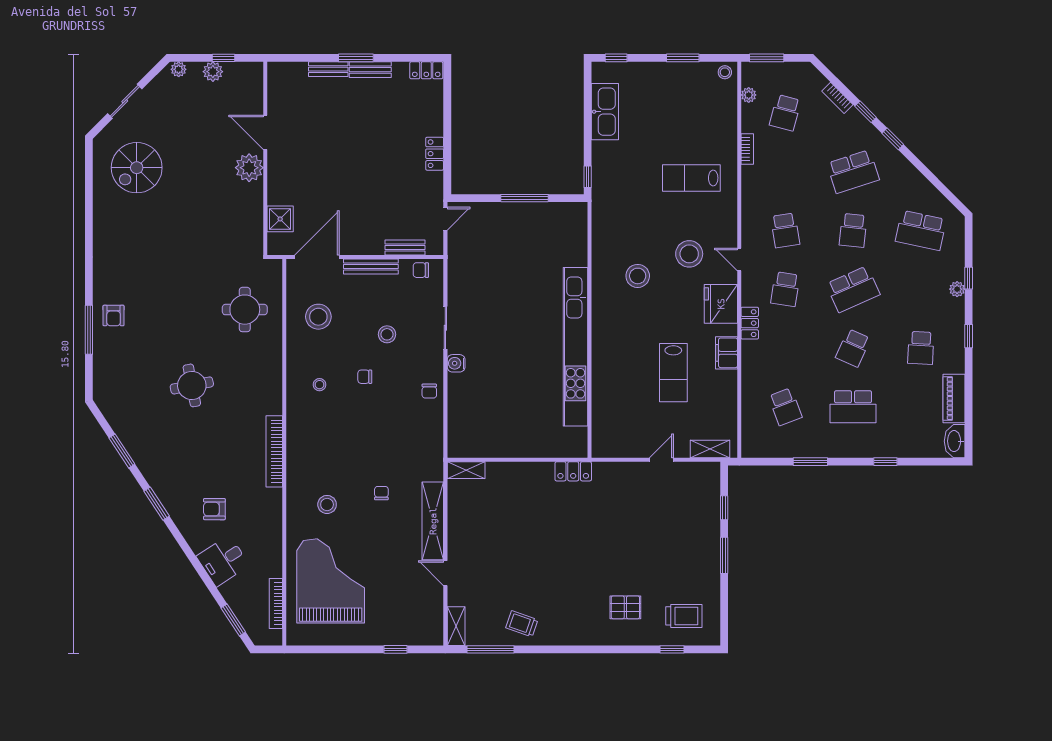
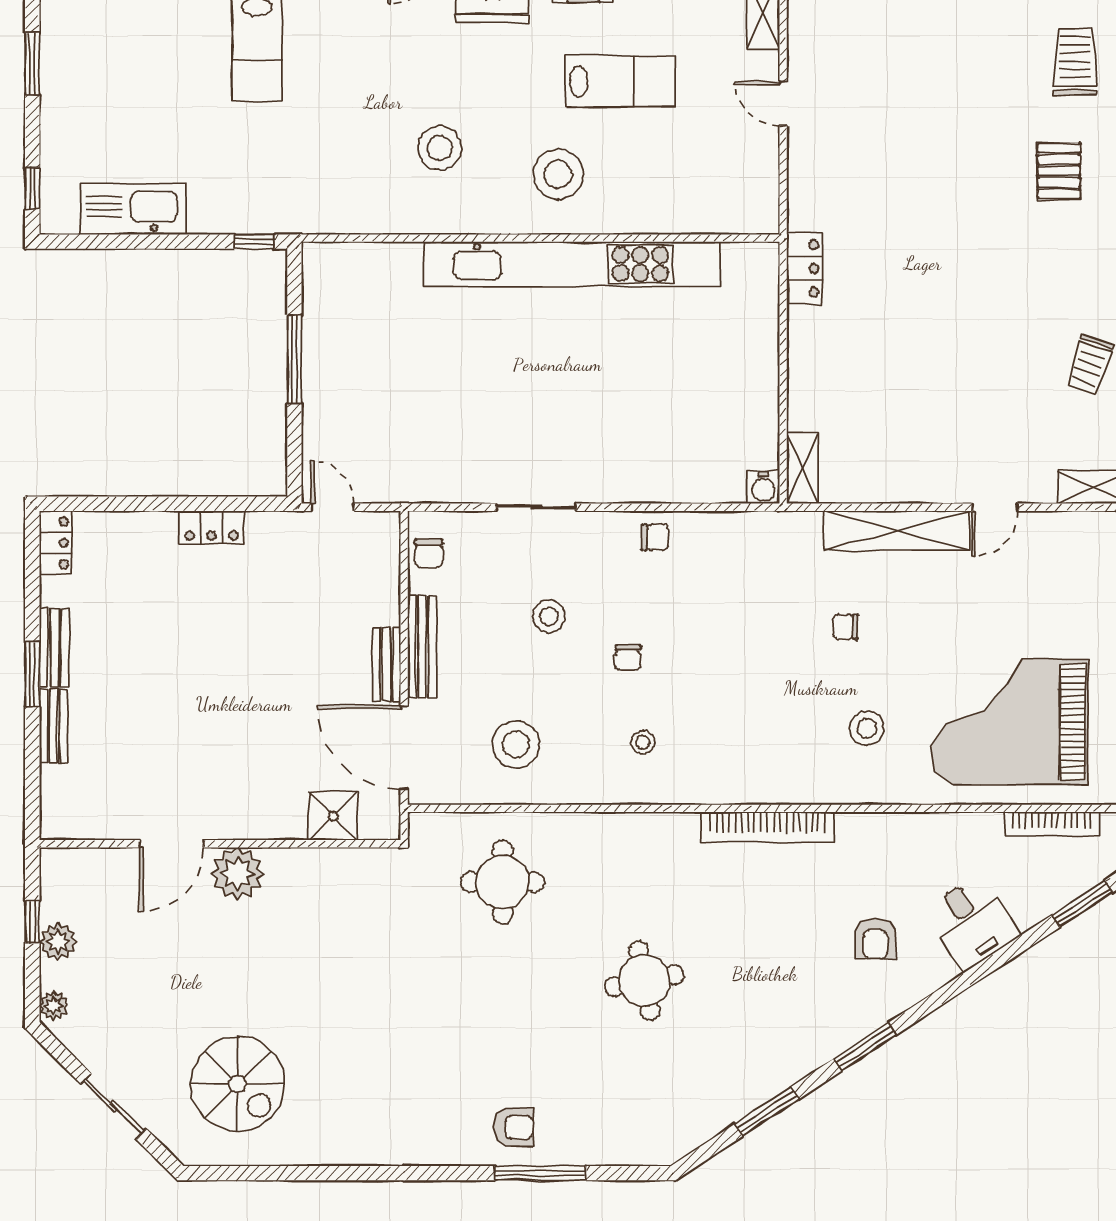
bench: (405, 247) -> (386, 665), moved
stool: (689, 254) -> (558, 174), moved
water cooler: (456, 363) -> (763, 487), moved

